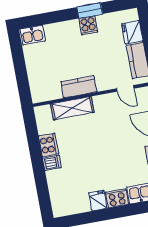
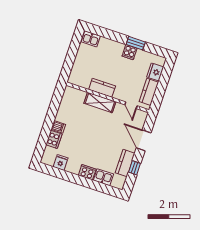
shelving: (72, 108) -> (100, 102), moved
cooker: (48, 145) -> (54, 139), moved
fridge: (98, 201) -> (61, 162), moved

